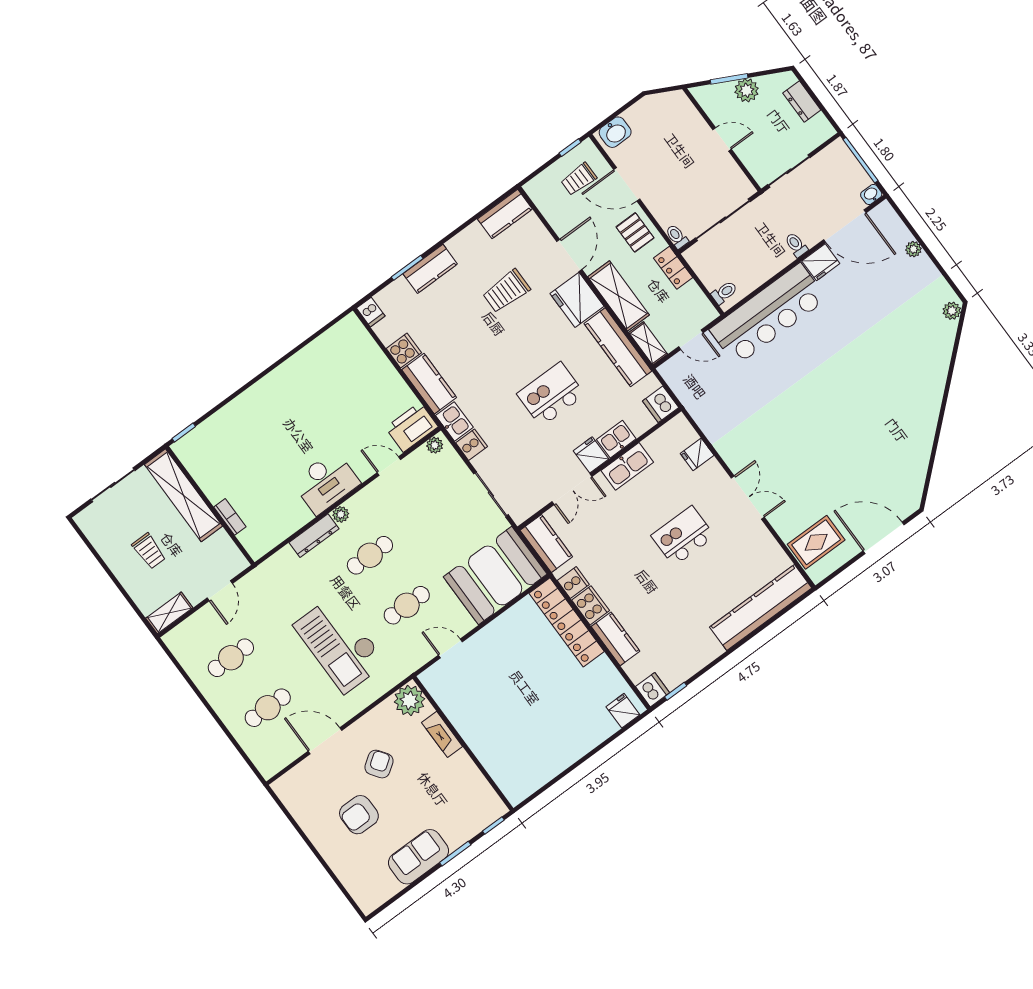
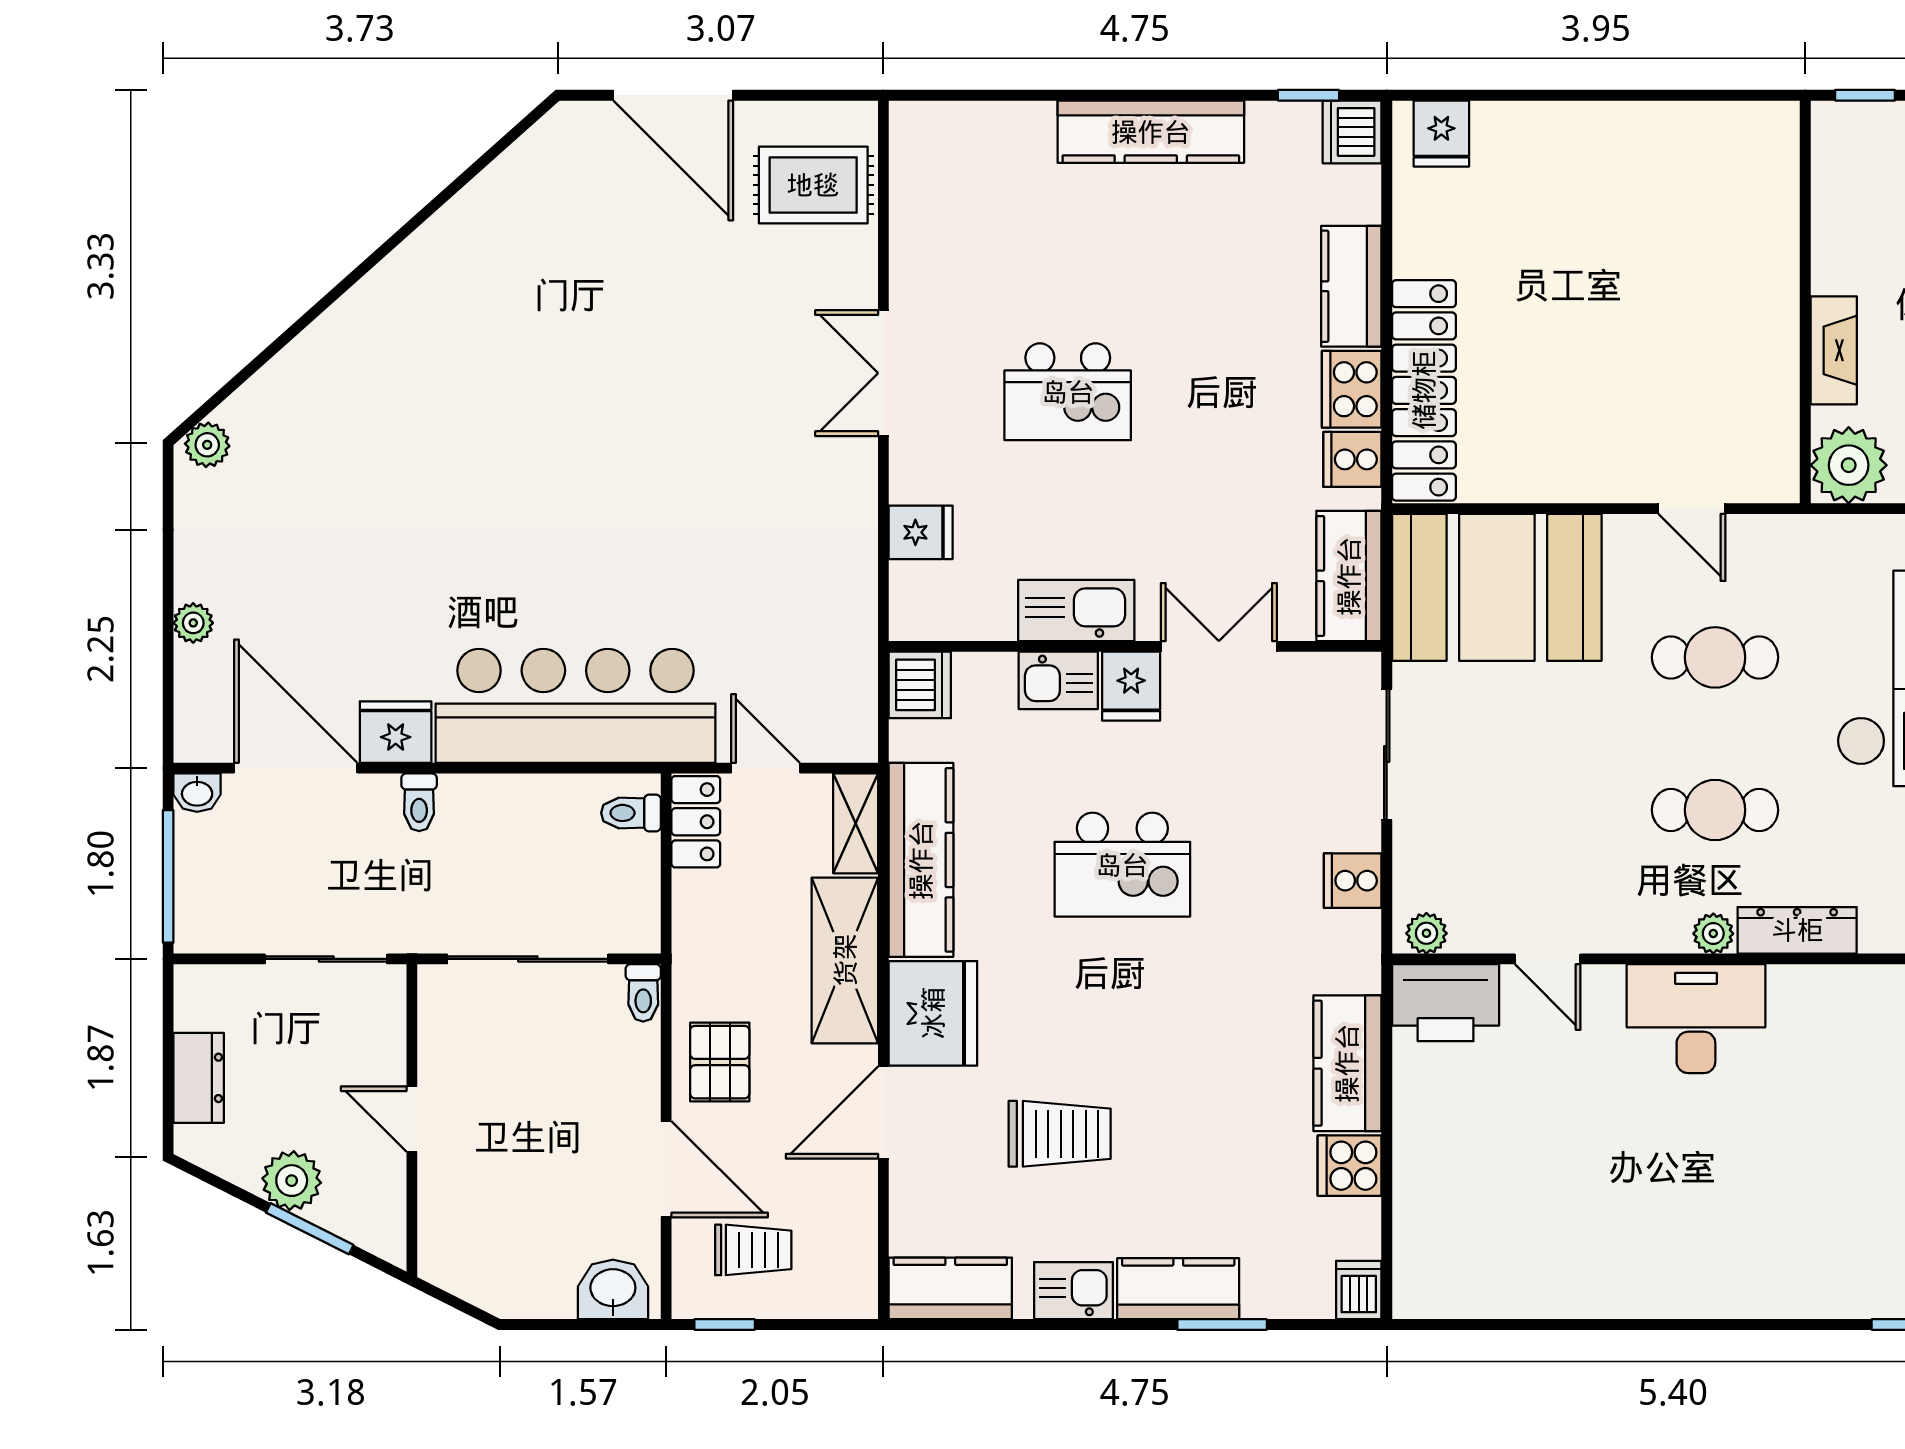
locker: (673, 268) -> (696, 822), moved
kitchen sink: (454, 421) -> (1074, 1291), moved, turned 90
kitchen counter: (761, 607) -> (1151, 132), moved, width x0.72, depth x0.86

